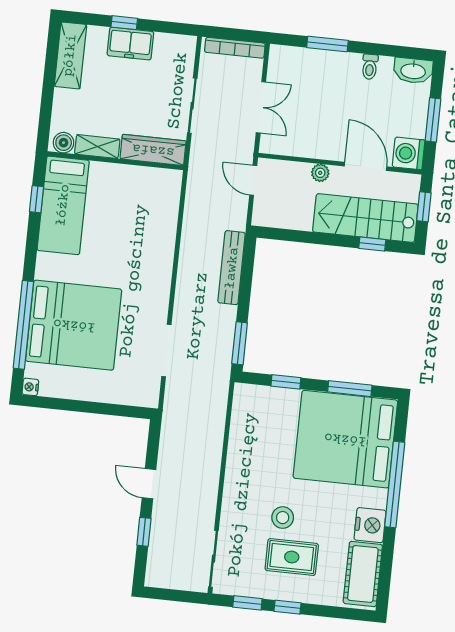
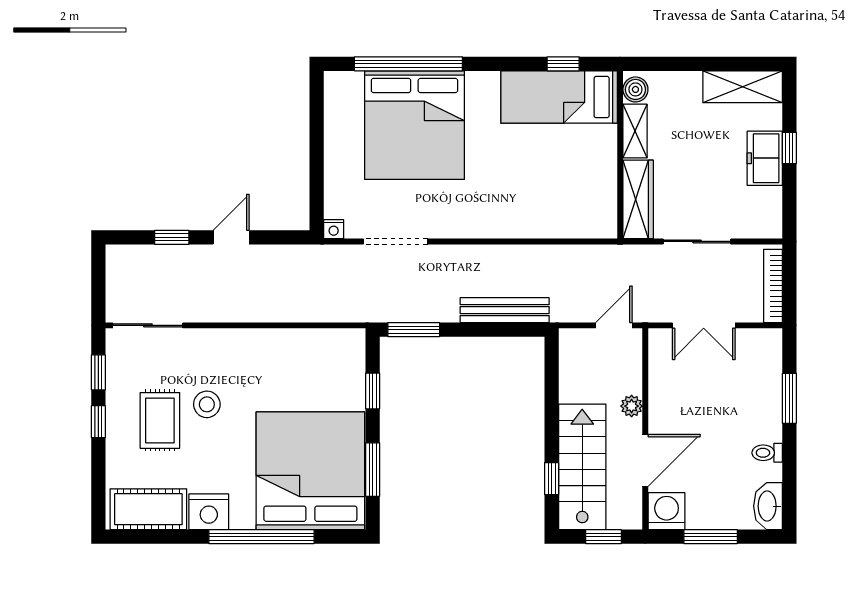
nightstand: (30, 387) -> (334, 229), moved, turned 180

